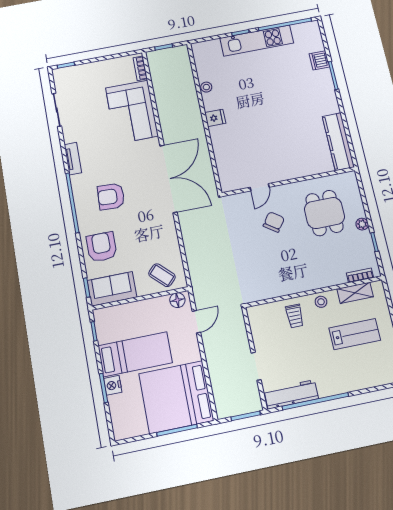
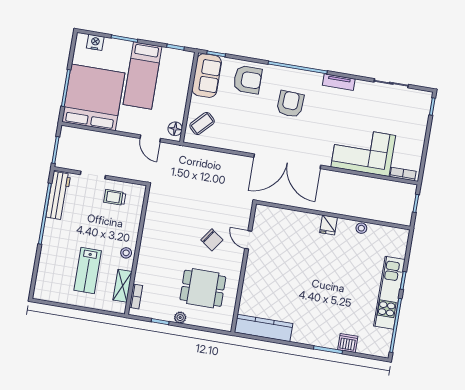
trolley: (295, 316) -> (115, 197), moved
nightstand: (113, 385) -> (95, 42), moved

